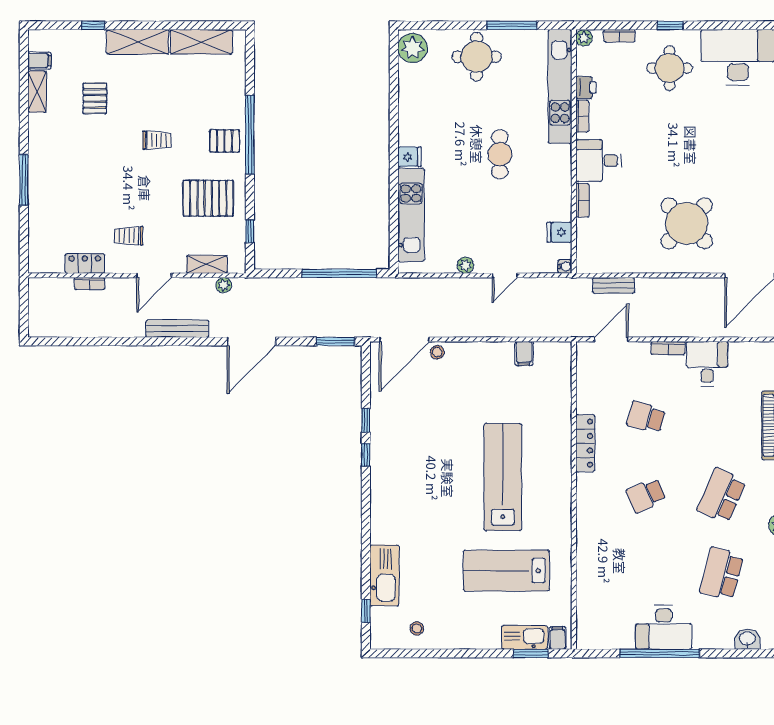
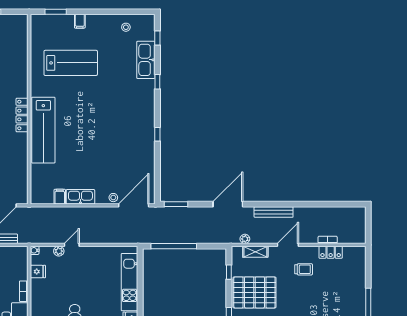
pallet: (208, 198) -> (254, 292), width x1.37, depth x1.41
plant: (465, 265) -> (59, 251), moved
window: (366, 420) -> (157, 82), moved
locker: (585, 443) -> (22, 115), moved
lab bench: (503, 477) -> (43, 130), moved
kitchen sink: (525, 637) -> (80, 197), moved, turned 180
filing cabinet: (557, 638) -> (80, 21), moved

